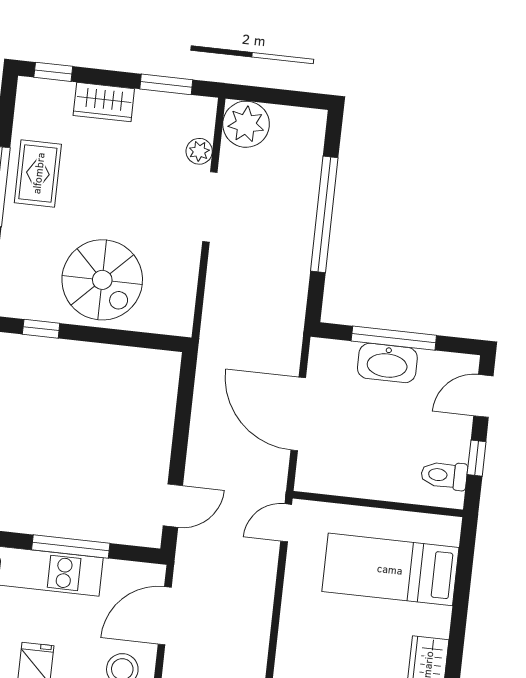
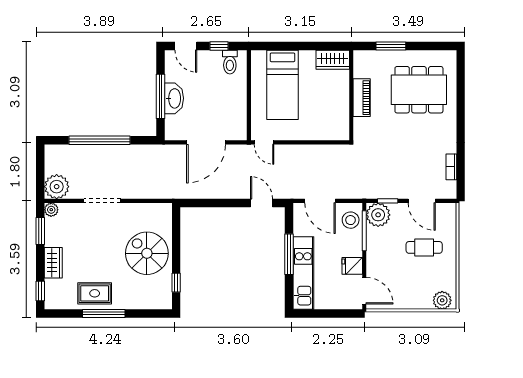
plant: (199, 151) -> (51, 210), moved
spiral stairs: (102, 280) -> (147, 253), turned -90

